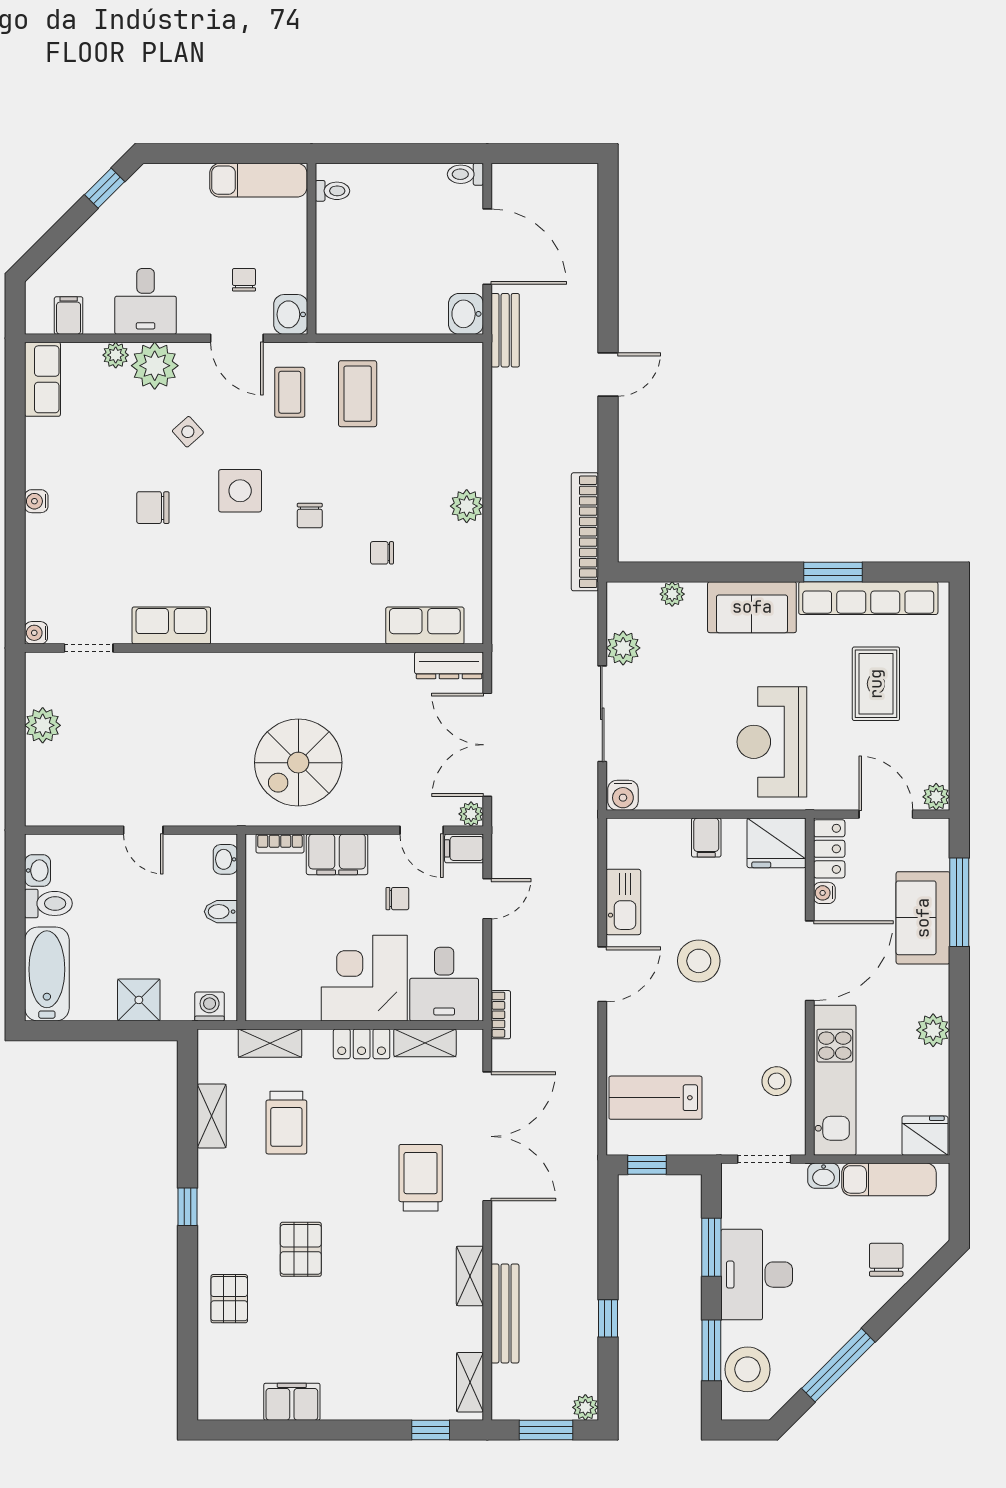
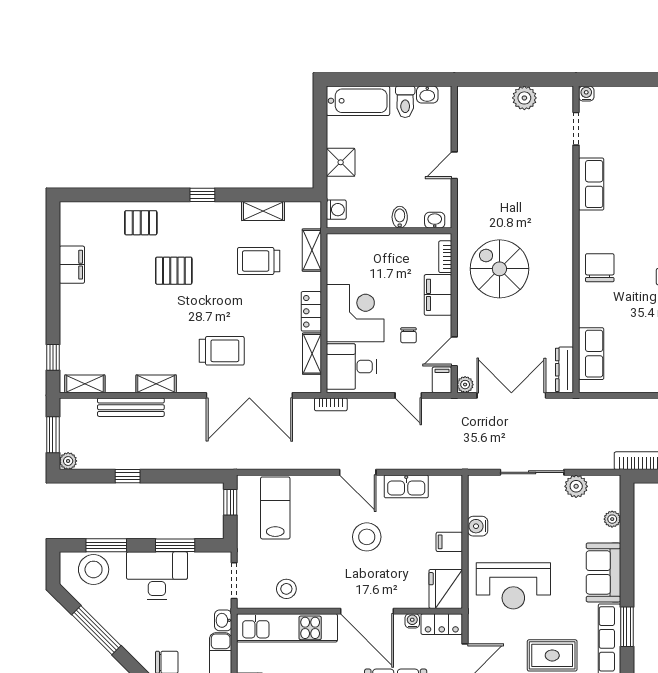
chair: (382, 553) -> (600, 268), moved, width x1.87, depth x1.87
reception desk: (772, 742) -> (513, 586), turned 180
water cooler: (623, 795) -> (478, 526), moved

